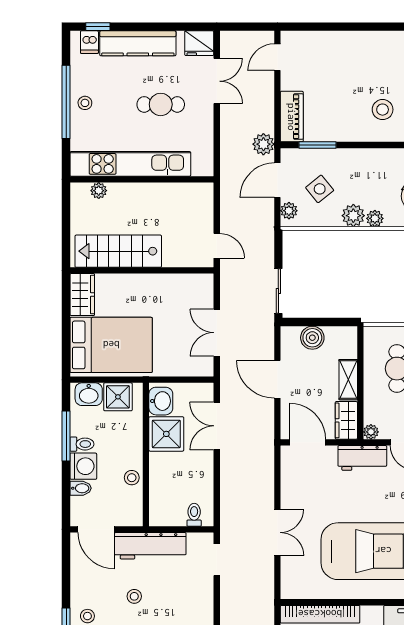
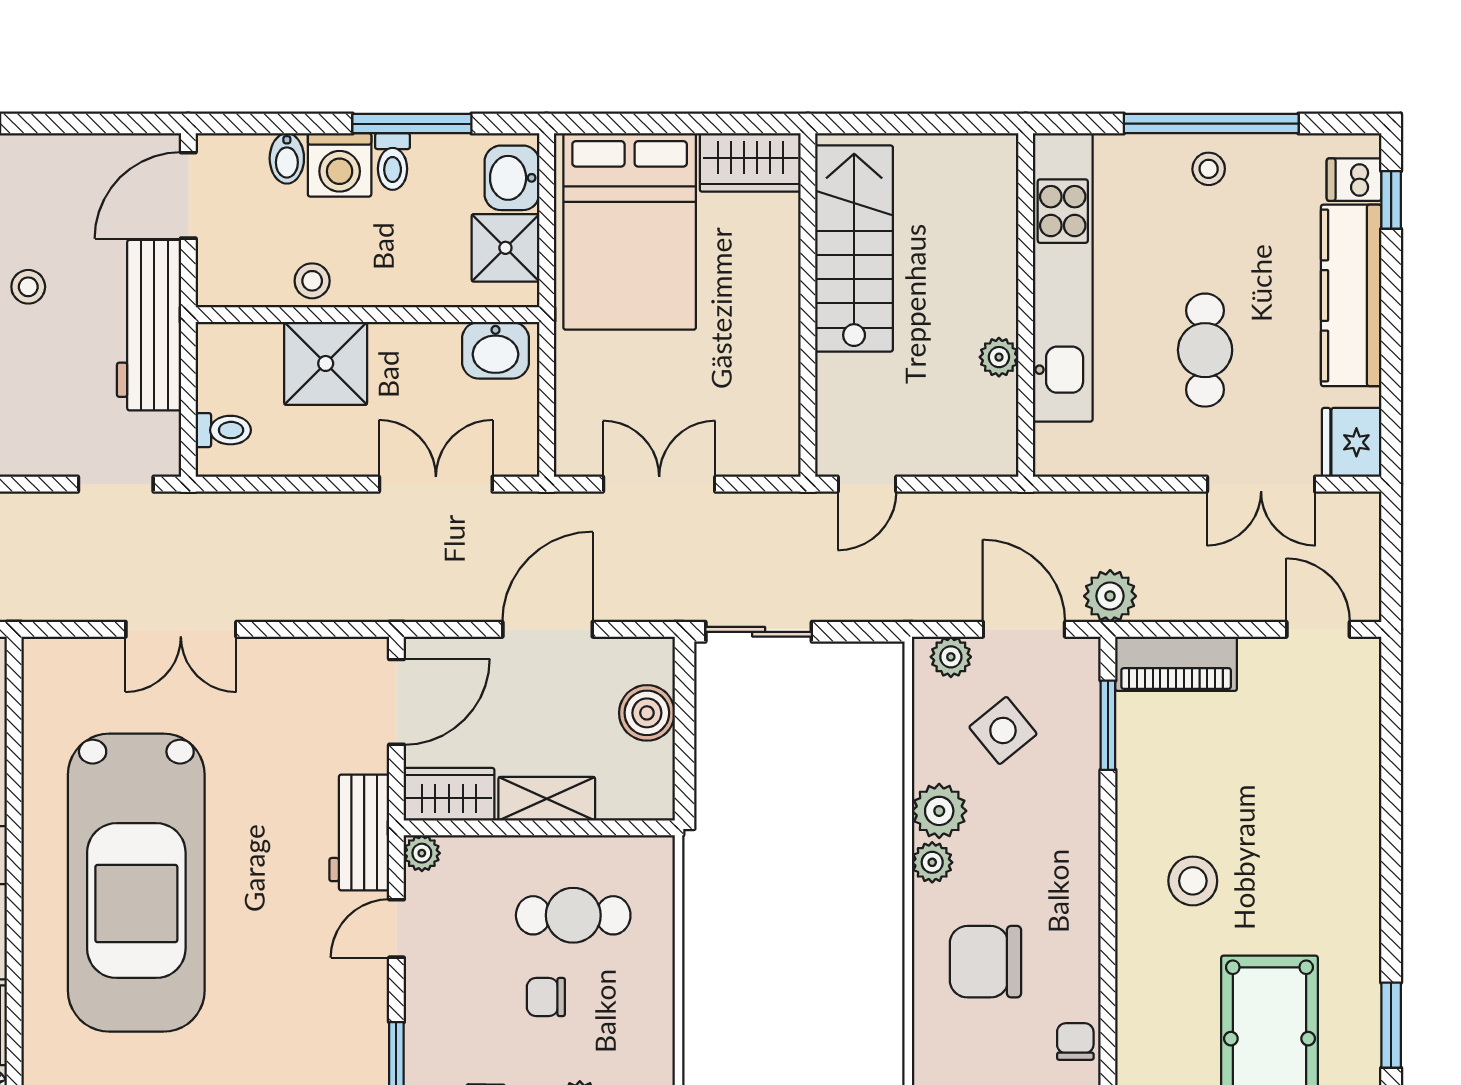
plant: (99, 191) -> (999, 357), moved
shower: (166, 434) -> (326, 363), moved

